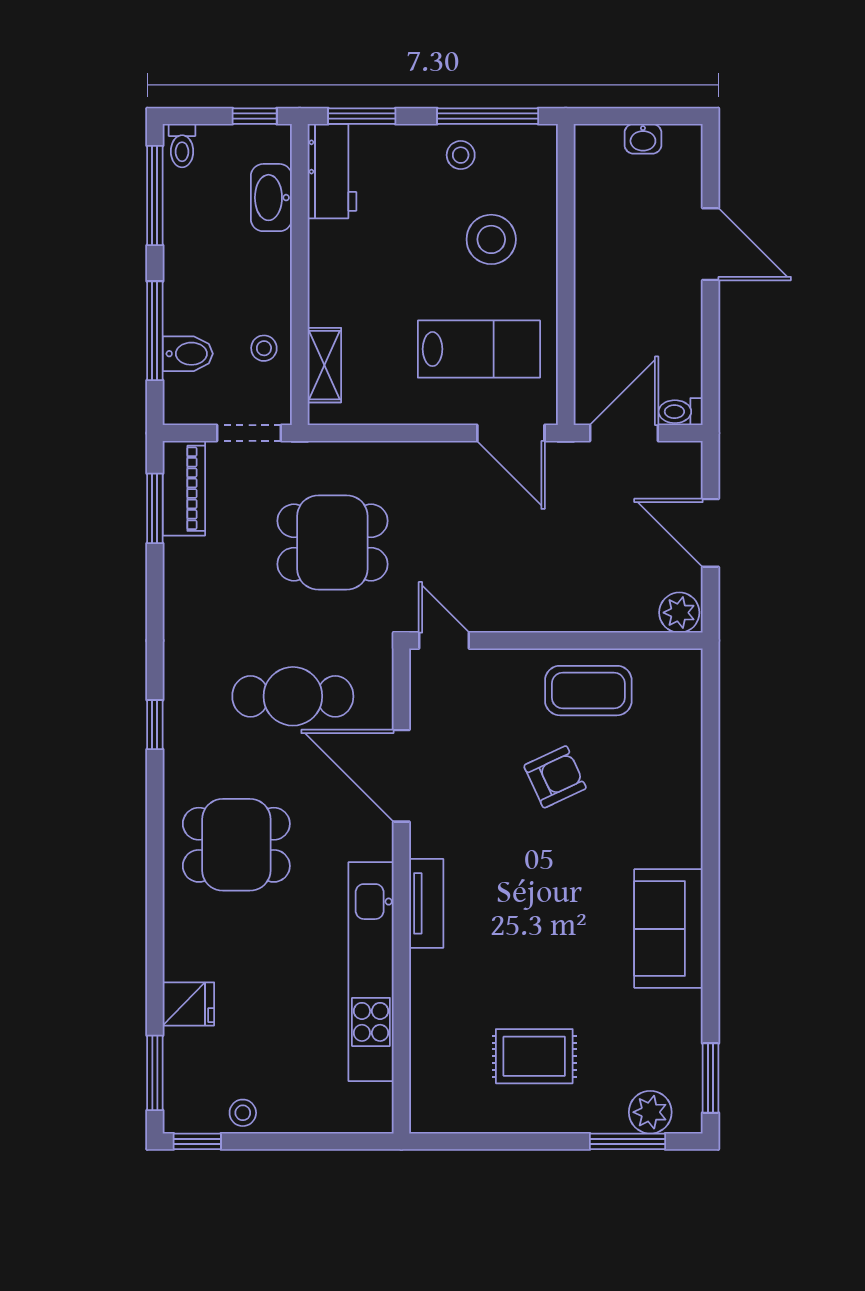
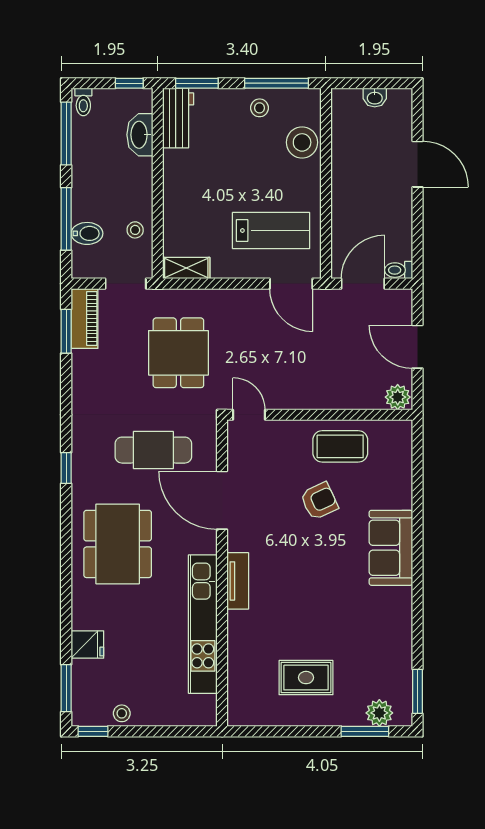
stool: (491, 239) -> (302, 142), moved
shelving: (324, 365) -> (186, 268), moved, turned 90
dining table: (332, 542) -> (178, 353), turned 90
dining table: (236, 845) -> (118, 544), width x1.38
sofa: (668, 929) -> (391, 548), moved

